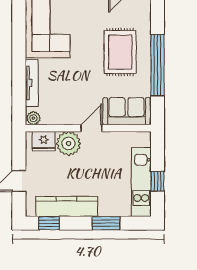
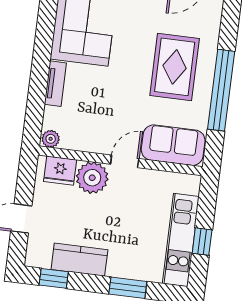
tv unit: (32, 83) -> (55, 84), width x0.71
kitchen counter: (67, 206) -> (79, 260), width x0.67

